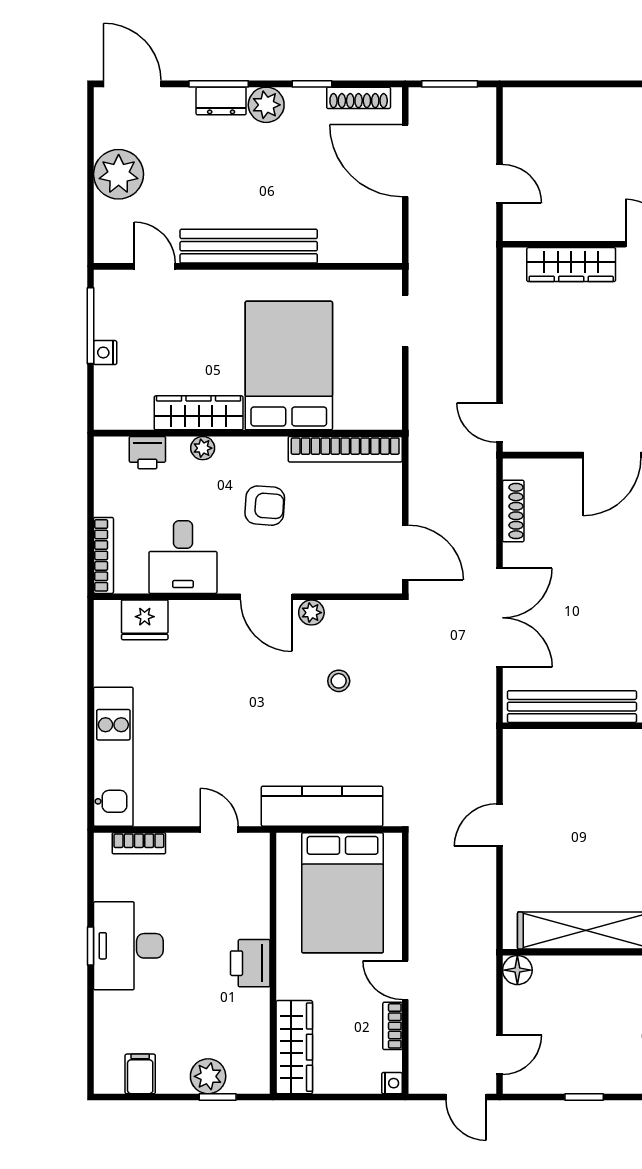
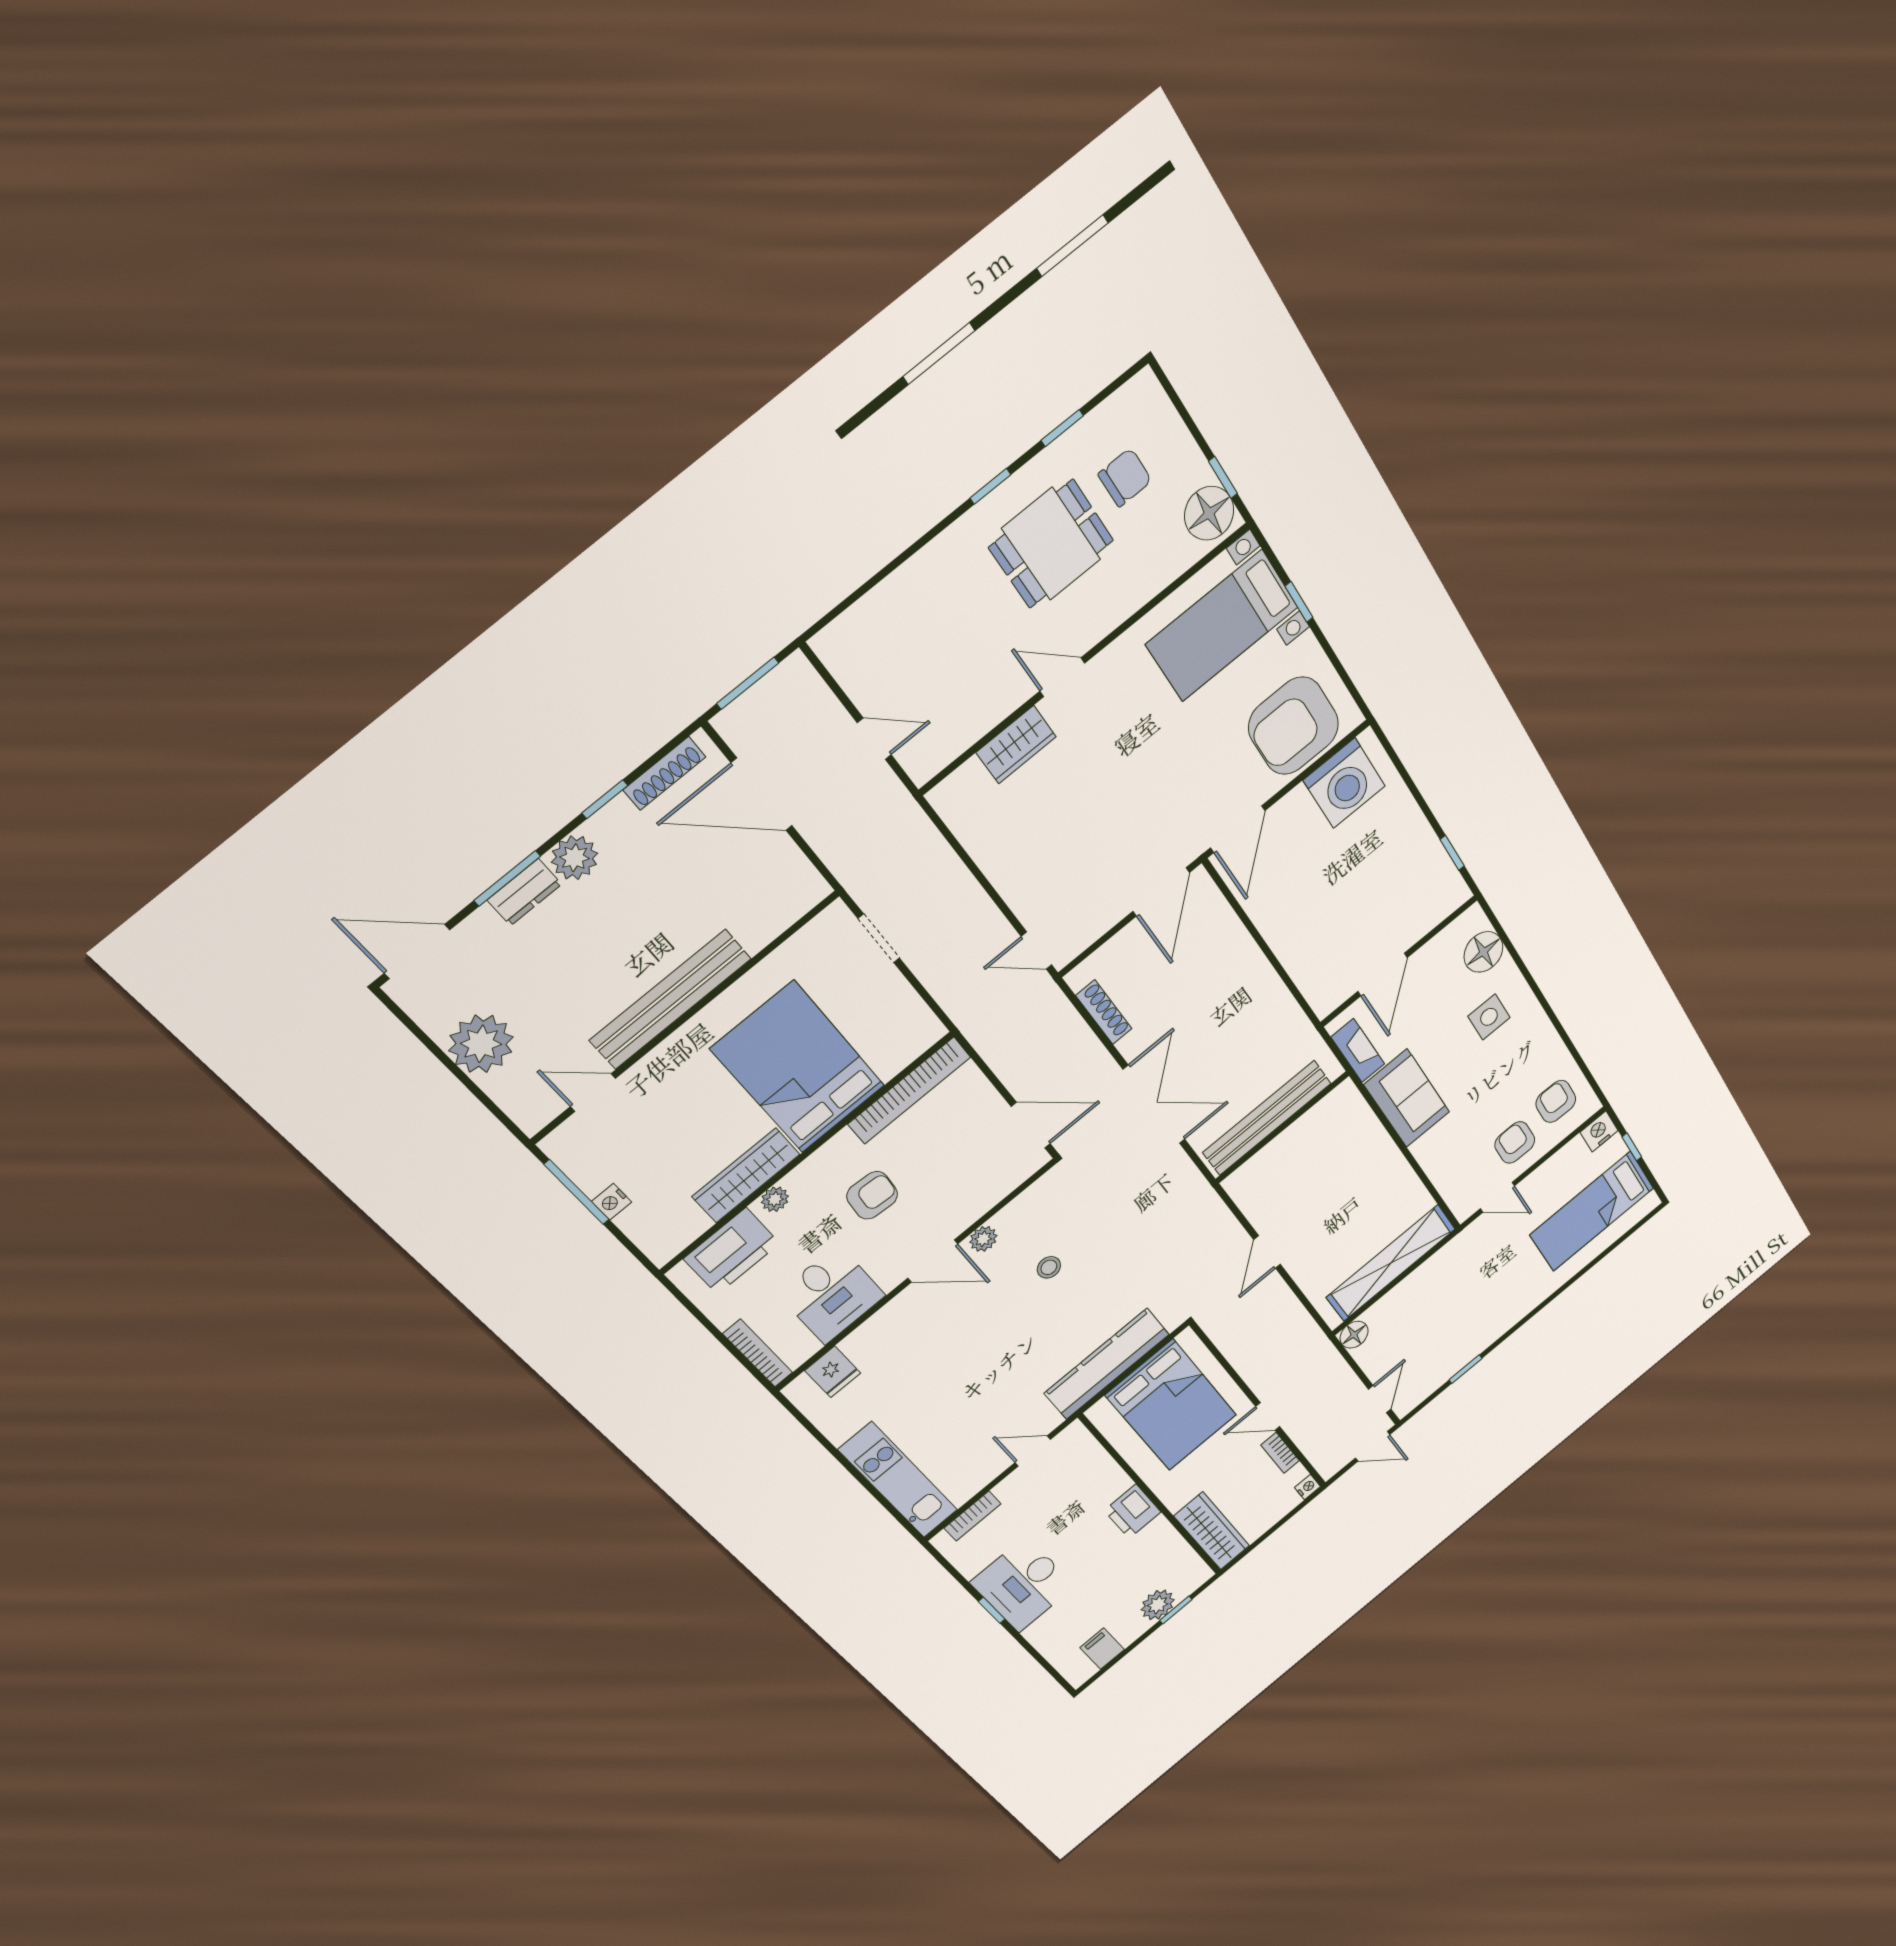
wardrobe: (571, 265) -> (1016, 745), width x0.67
printer: (147, 453) -> (732, 1251), width x1.87, depth x1.48
fridge: (145, 620) -> (833, 1372), width x0.72

